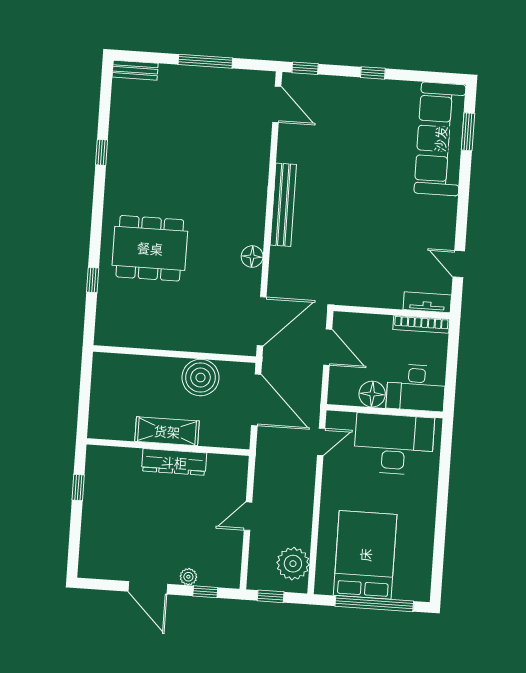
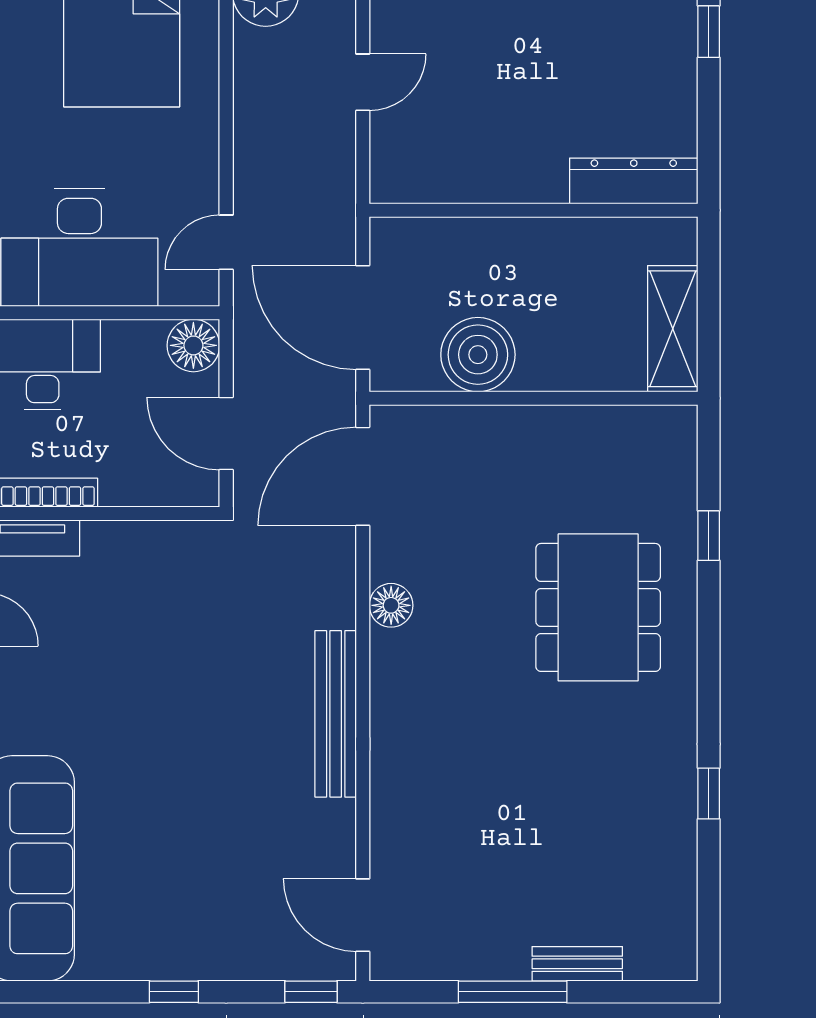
bench: (135, 70) -> (577, 964), moved
dining table: (150, 248) -> (598, 607), turned 90
floor lamp: (372, 394) -> (193, 345), moved
shelving: (167, 431) -> (673, 329), moved, turned 90
dresser: (174, 462) -> (634, 181), moved
window: (78, 487) -> (709, 32), moved

